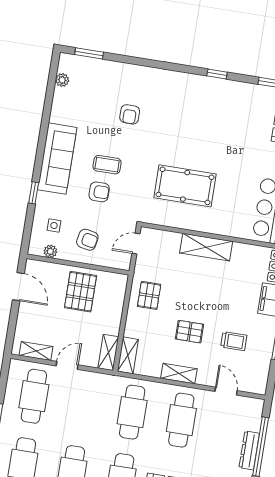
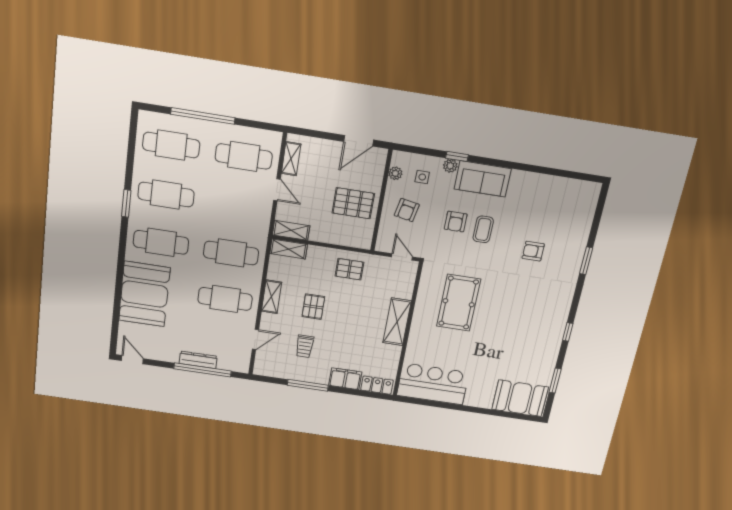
window: (89, 53) -> (586, 261), moved
plant: (62, 80) -> (450, 166), moved
sofa: (57, 159) -> (483, 179), width x0.73

